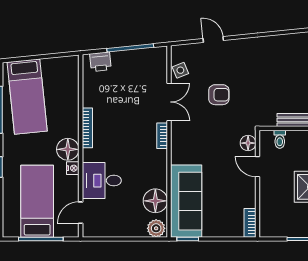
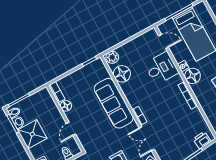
floor lamp: (248, 143) -> (66, 106), moved
door: (258, 167) -> (71, 129), swing flipped
sofa: (186, 201) -> (114, 103), moved
door: (81, 213) -> (164, 42), hinge flipped

